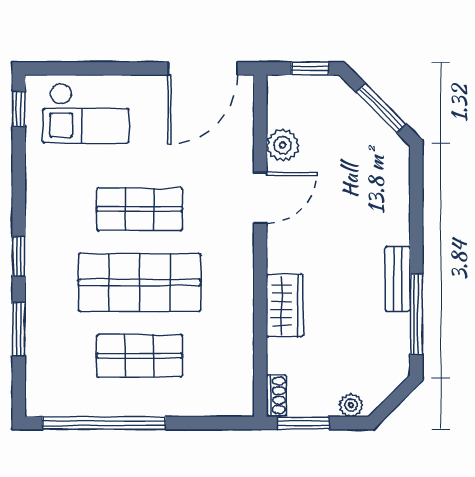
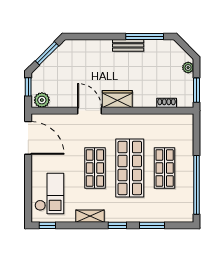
plant: (283, 145) -> (42, 100), moved
shelving: (38, 199) -> (90, 216), added
wardrobe: (285, 305) -> (117, 99), moved
shoe rack: (276, 395) -> (167, 103), moved

